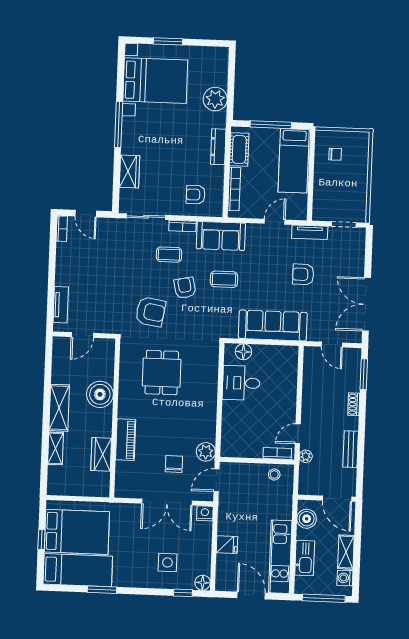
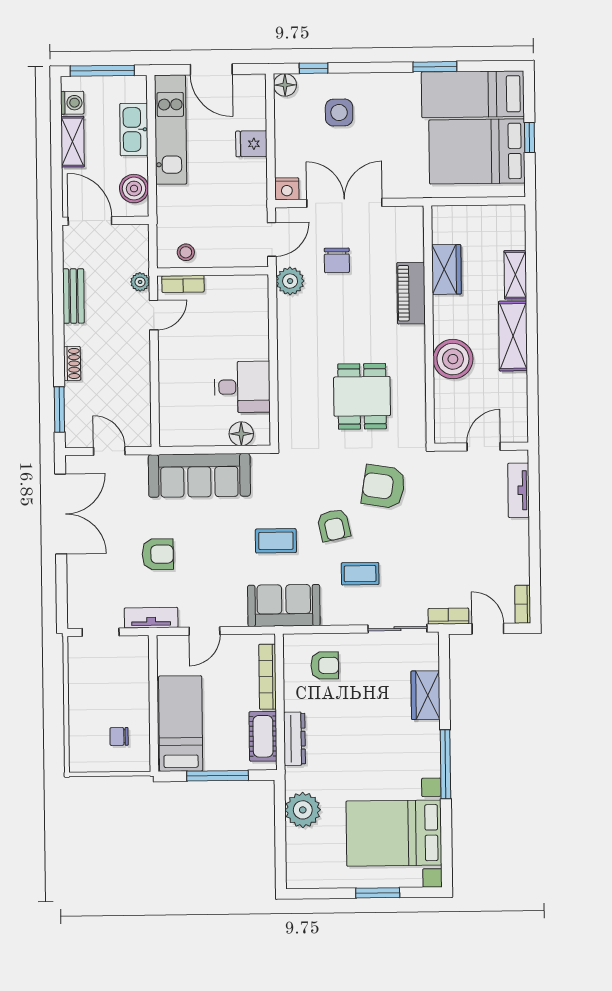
bookcase: (182, 226) -> (448, 616), moved

